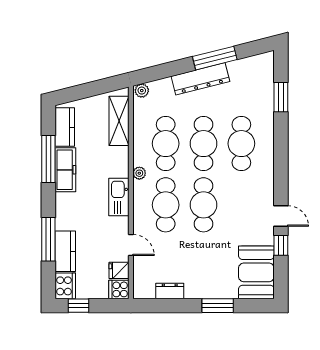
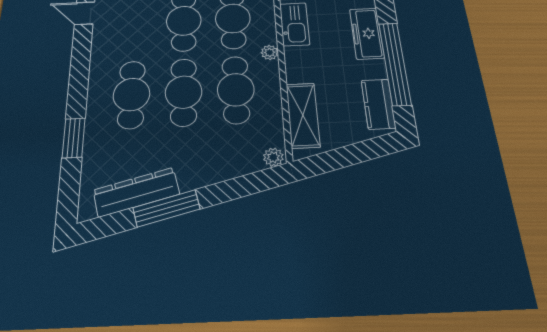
dresser: (200, 79) -> (136, 192), moved
window: (281, 97) -> (74, 138), moved
window: (48, 159) -> (395, 63), width x1.46
freezer: (65, 170) -> (367, 33), moved

